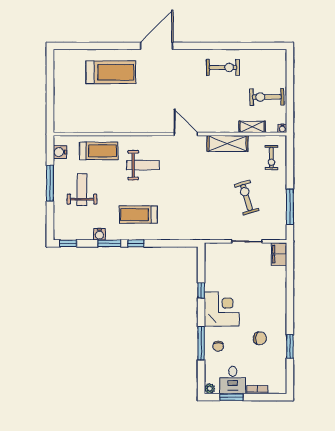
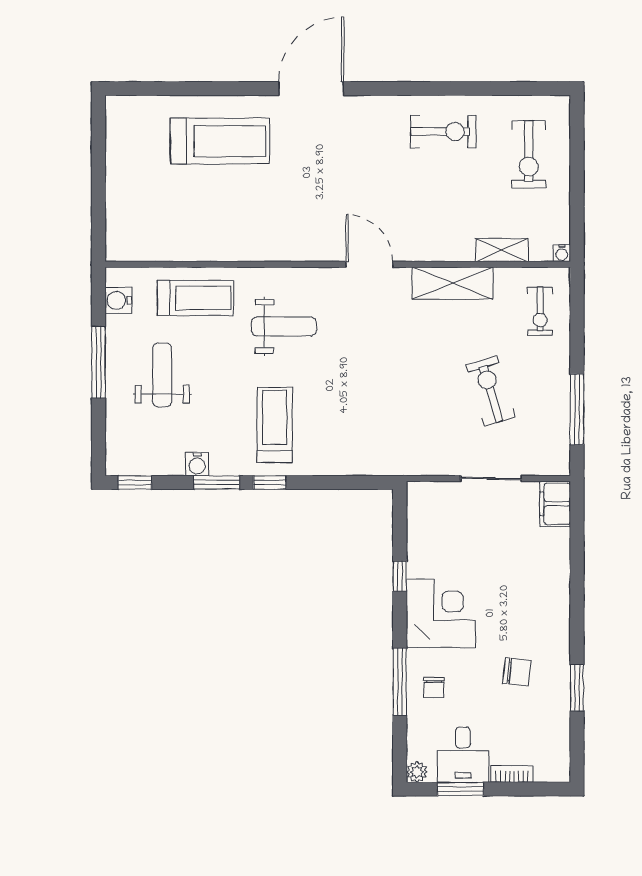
exercise bike: (267, 97) -> (529, 154), moved, turned -89
treadmill: (138, 215) -> (275, 425), turned 90

